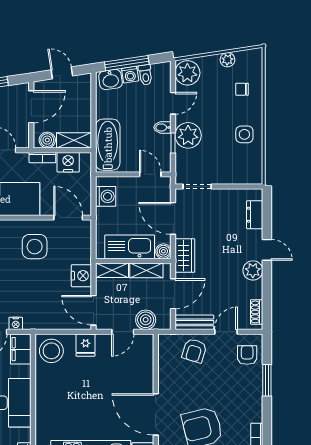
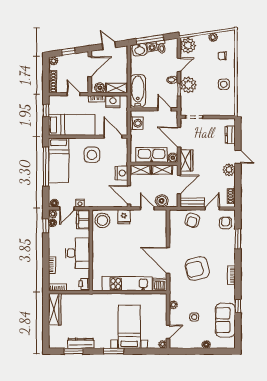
door: (123, 332) -> (147, 208), swing flipped

